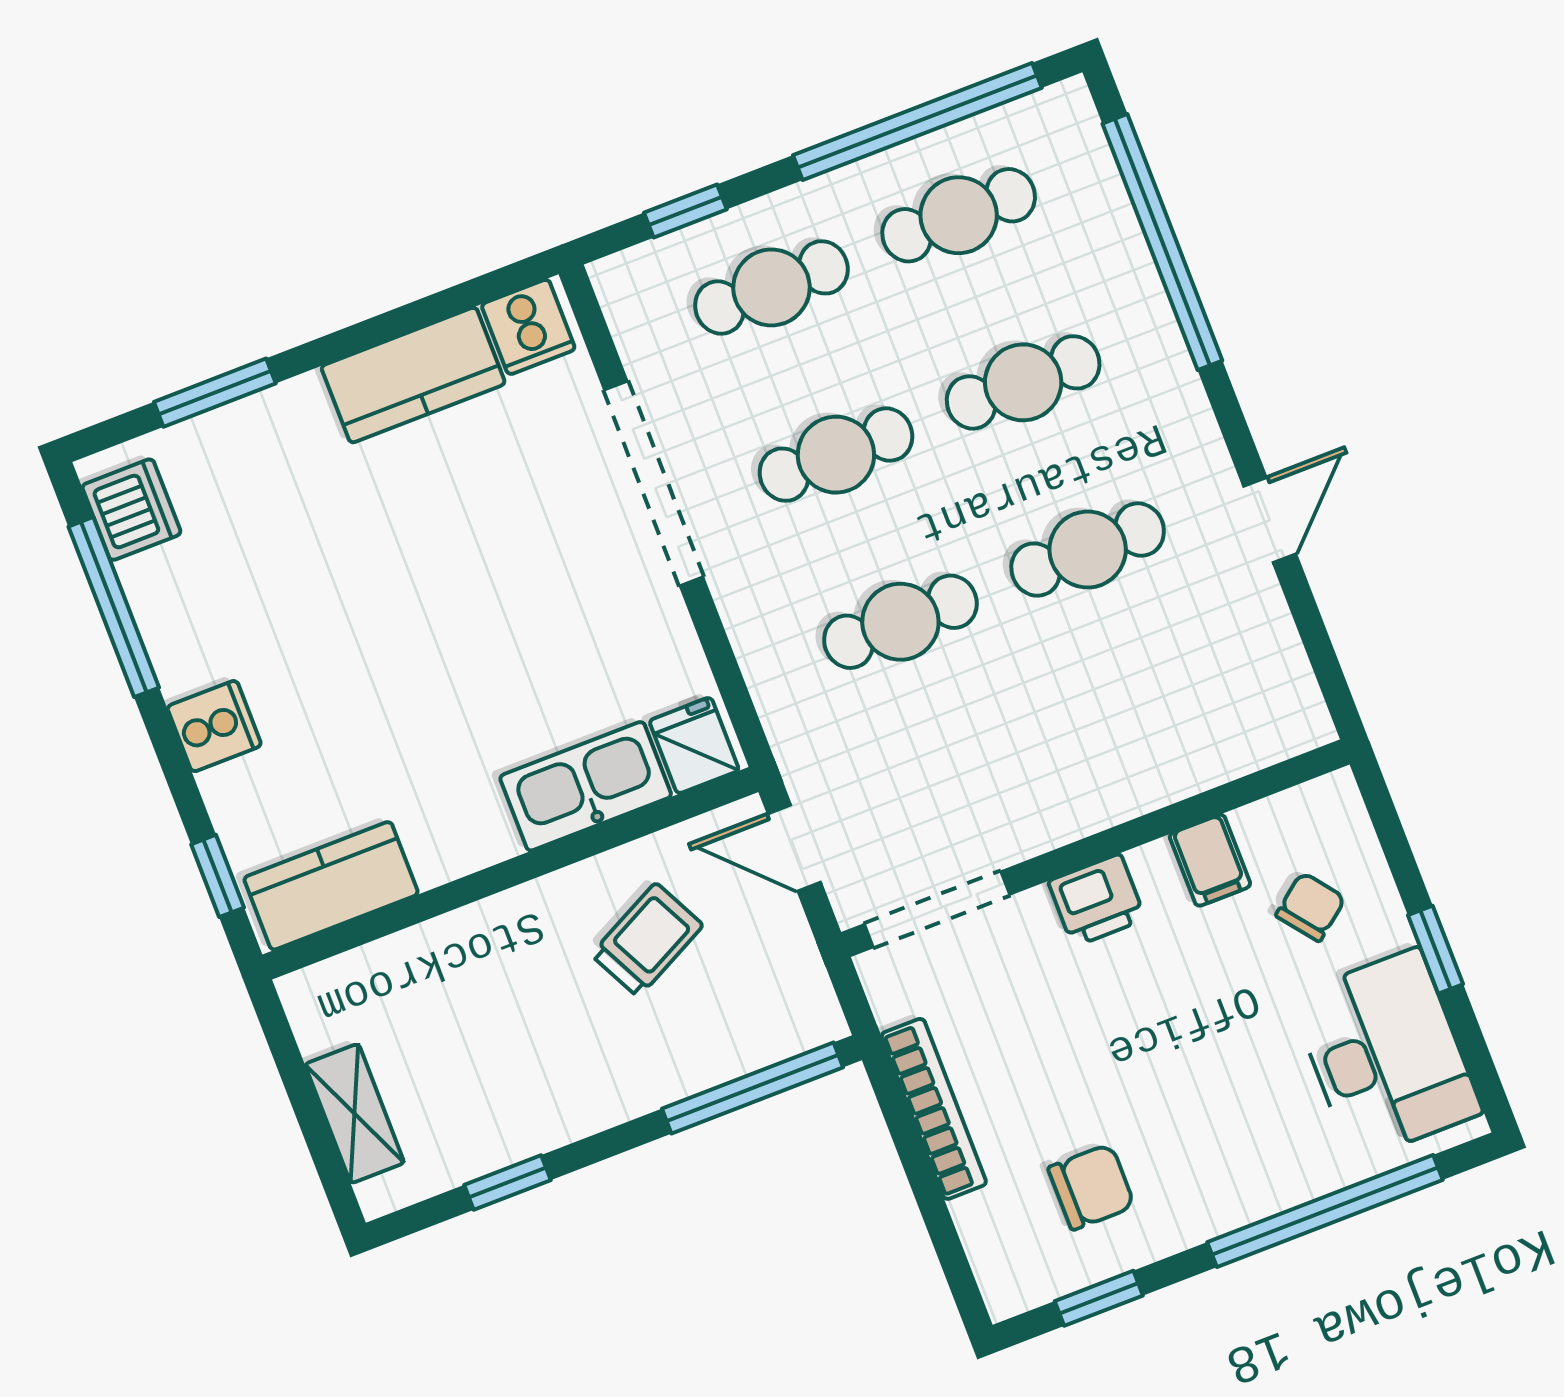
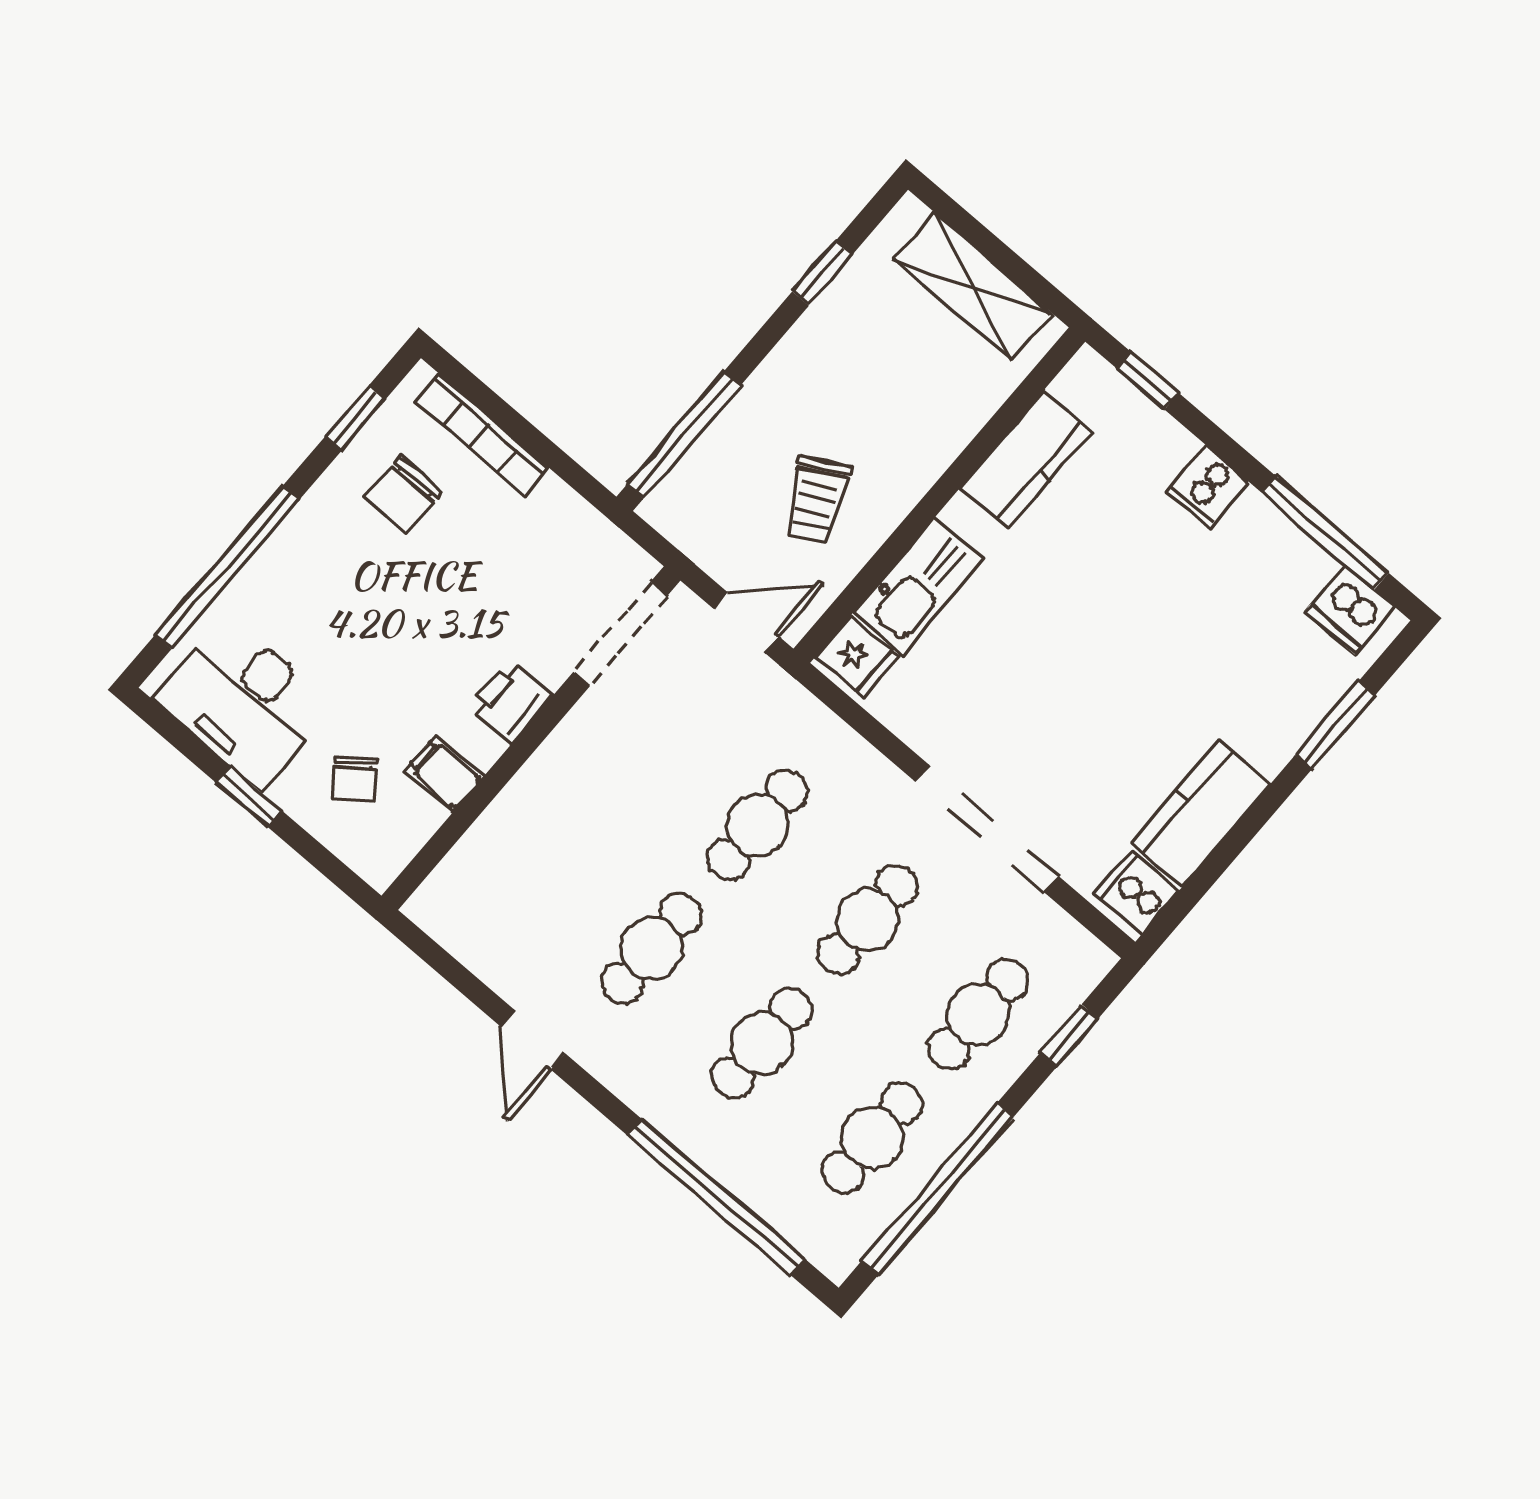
kitchen counter: (331, 886) -> (1026, 460), moved
bookcase: (934, 1109) -> (482, 435), moved
shelving: (355, 1114) -> (973, 286), width x1.50, depth x1.33

